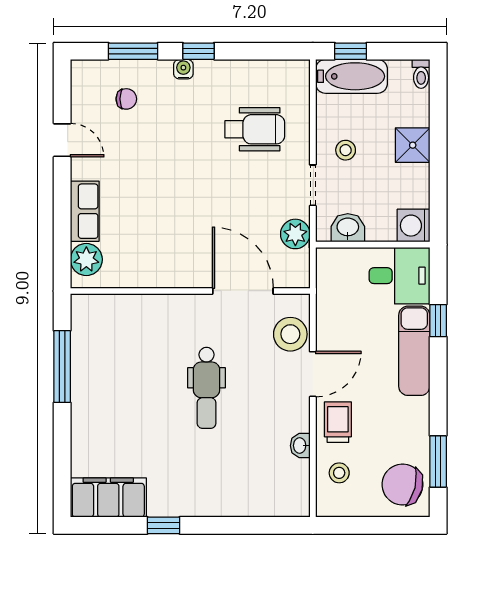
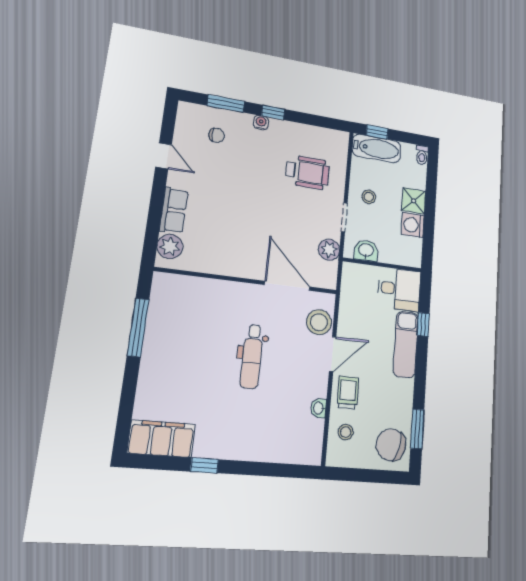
washing machine: (414, 226) -> (413, 225), moved

